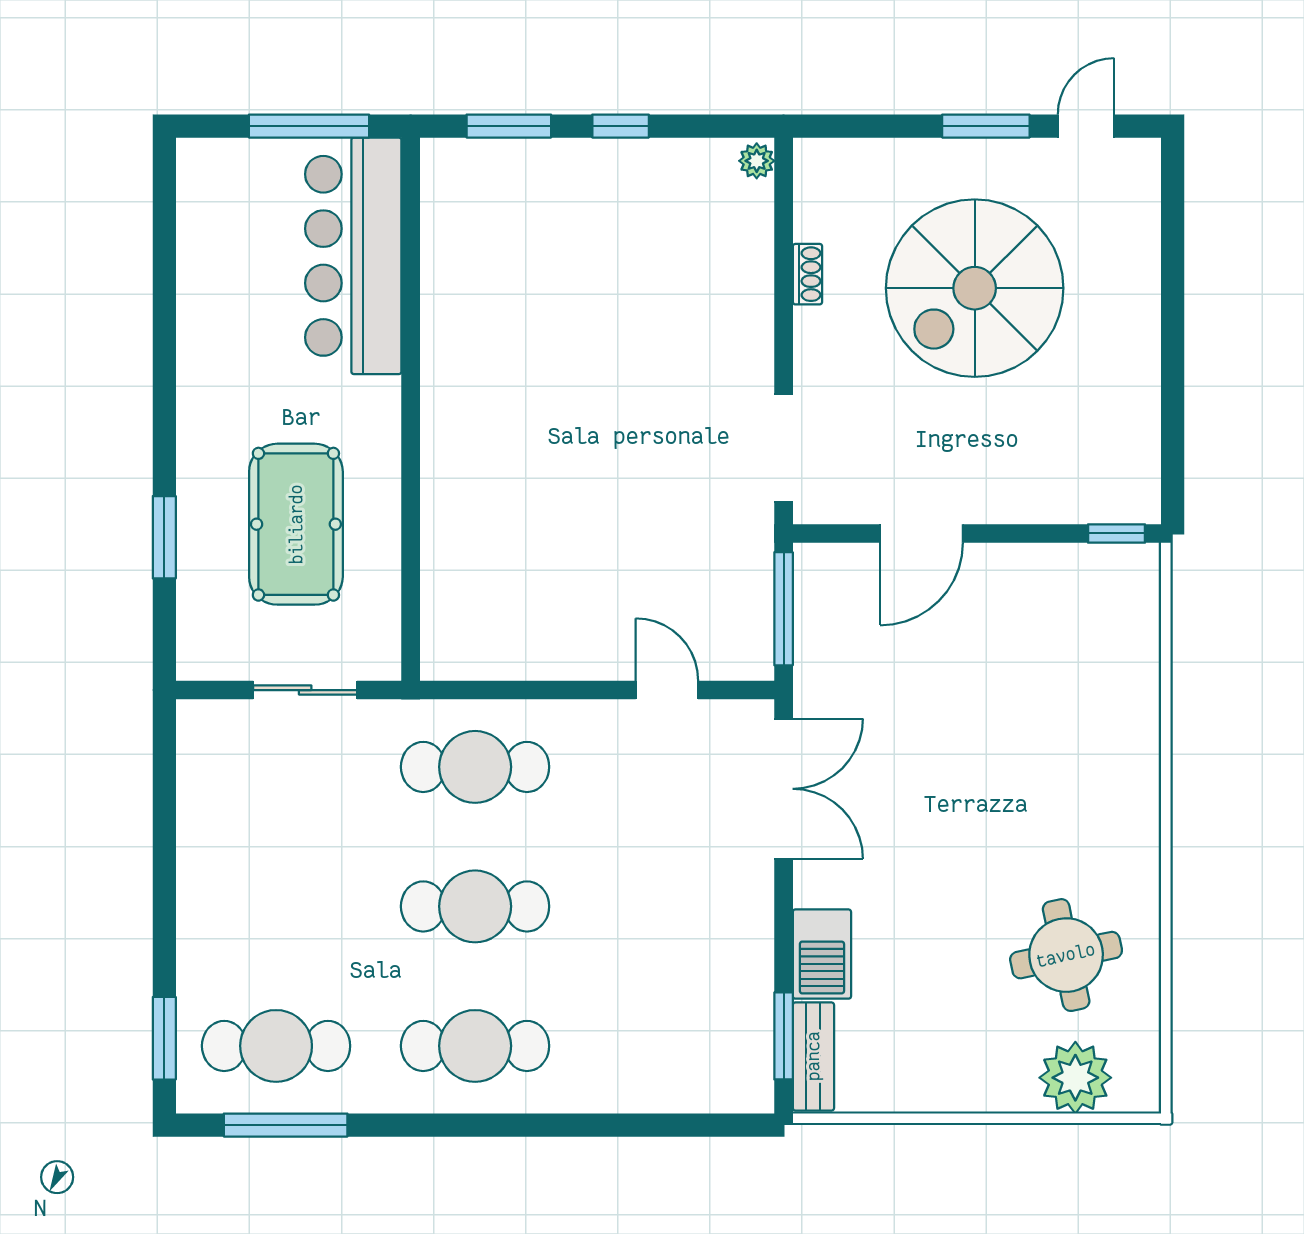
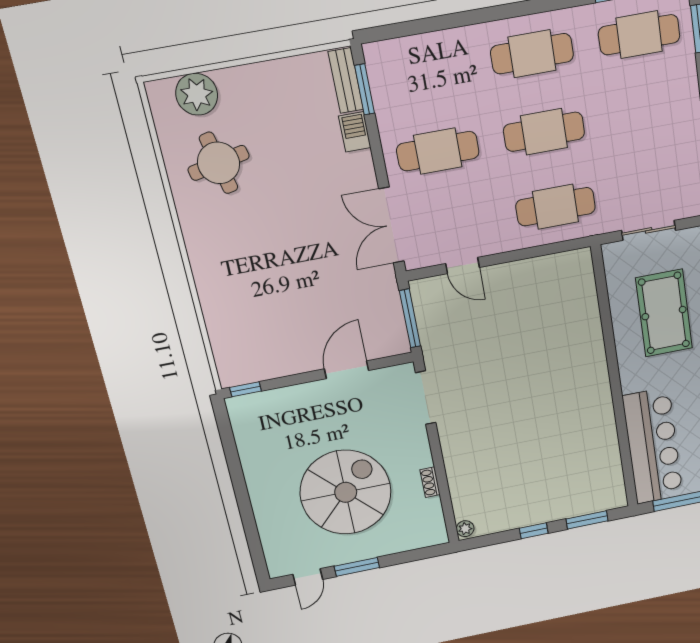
cafe table: (674, 906) -> (438, 151), added
barbecue: (822, 954) -> (355, 132), width x0.73, depth x0.79

